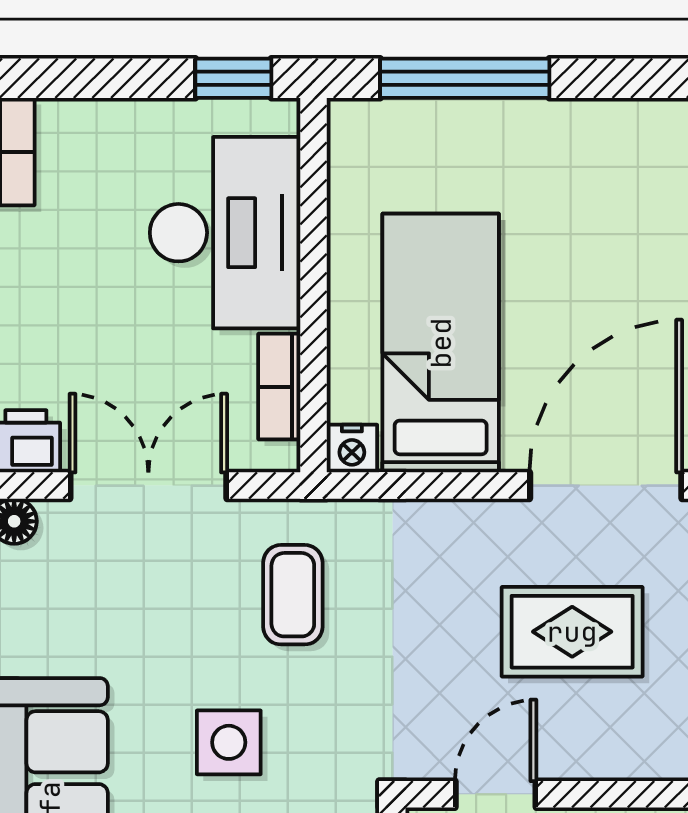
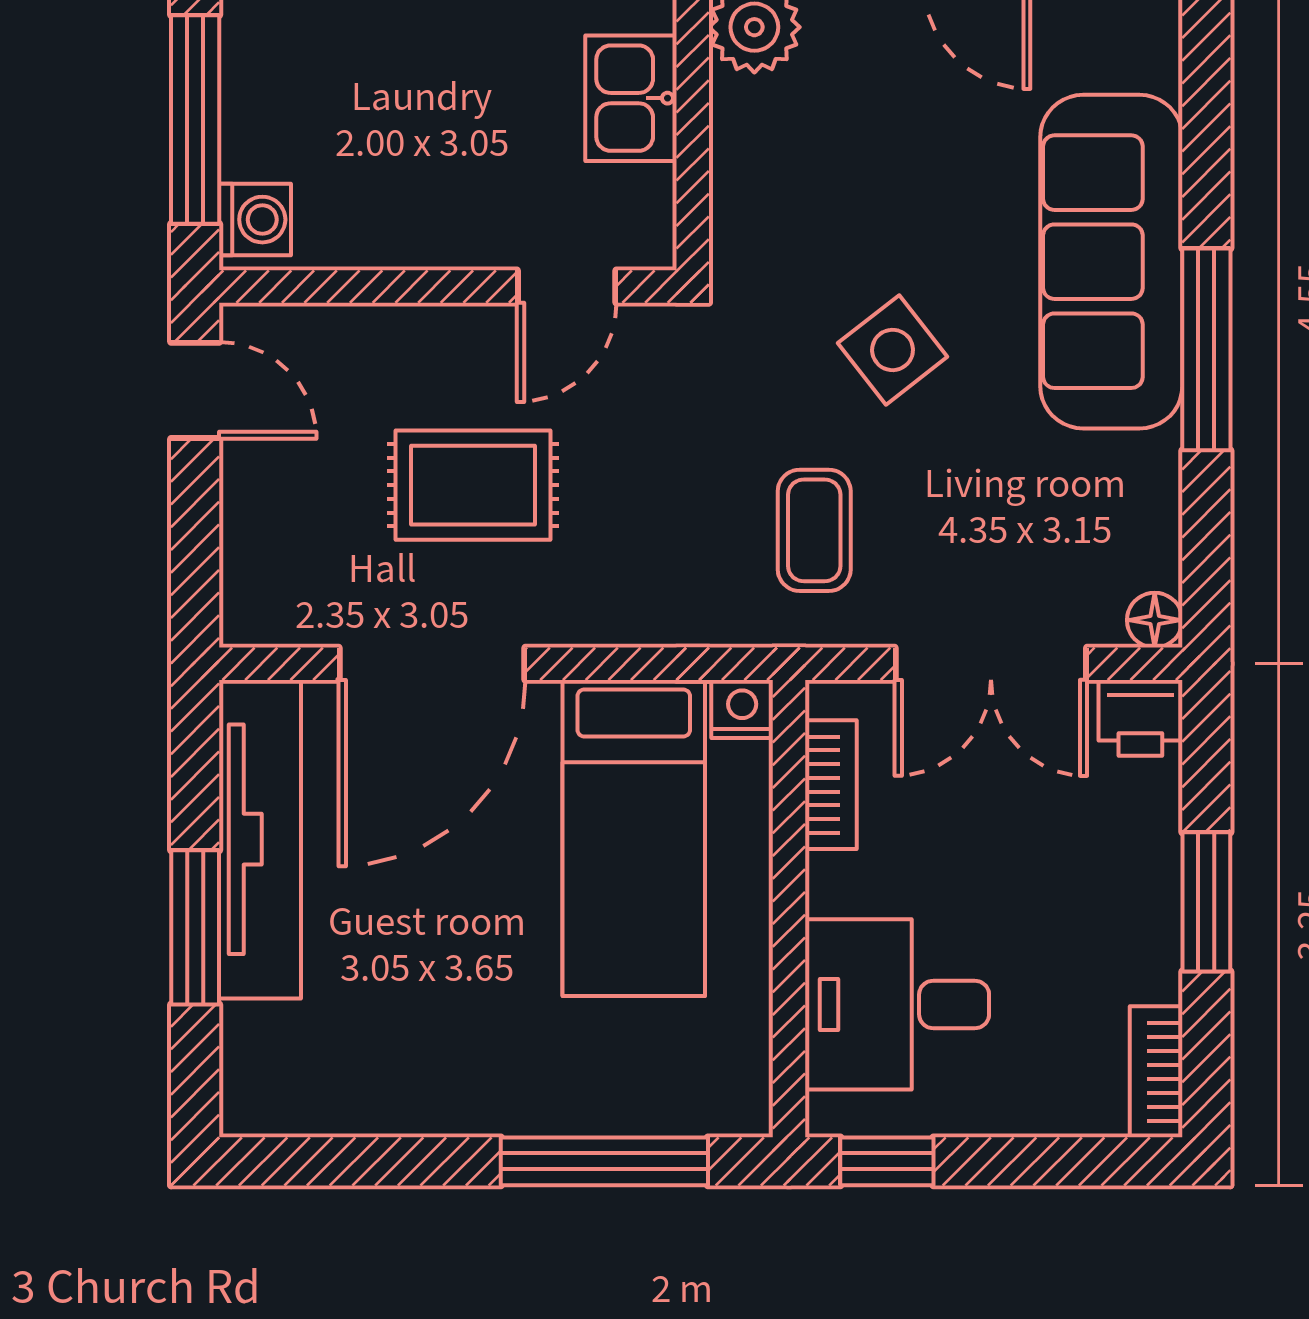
desk: (225, 233) -> (897, 1004), width x0.73
side table: (229, 742) -> (893, 350), turned -38

